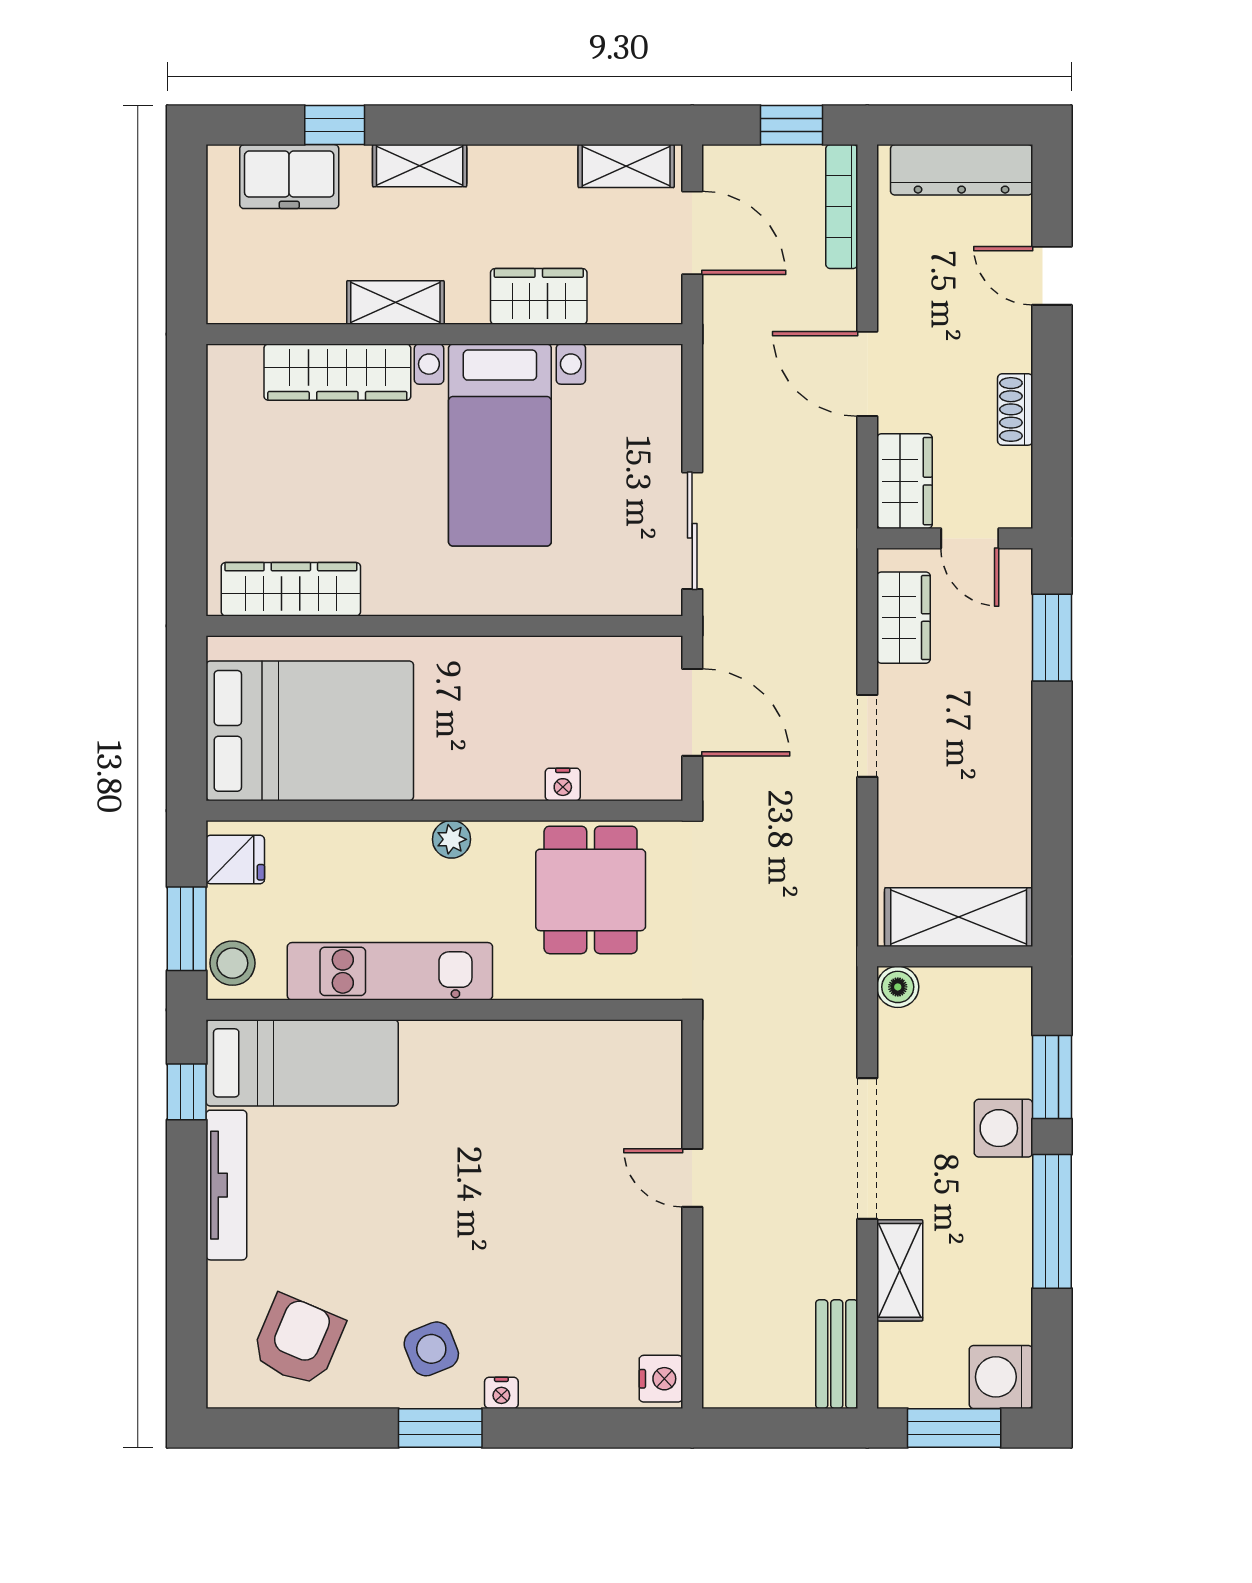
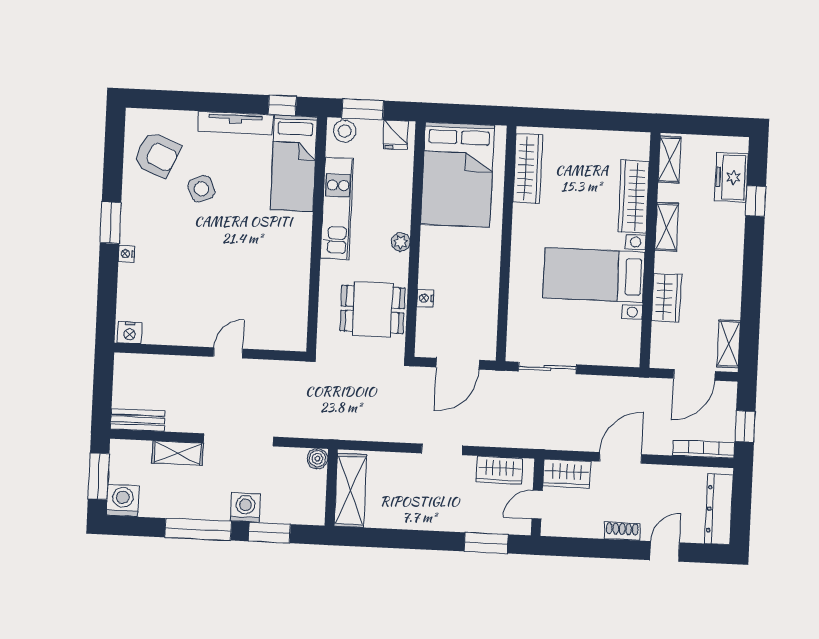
shelving: (420, 166) -> (670, 160), moved
shoe rack: (1015, 409) -> (622, 531), moved
side table: (431, 1349) -> (201, 189), moved

